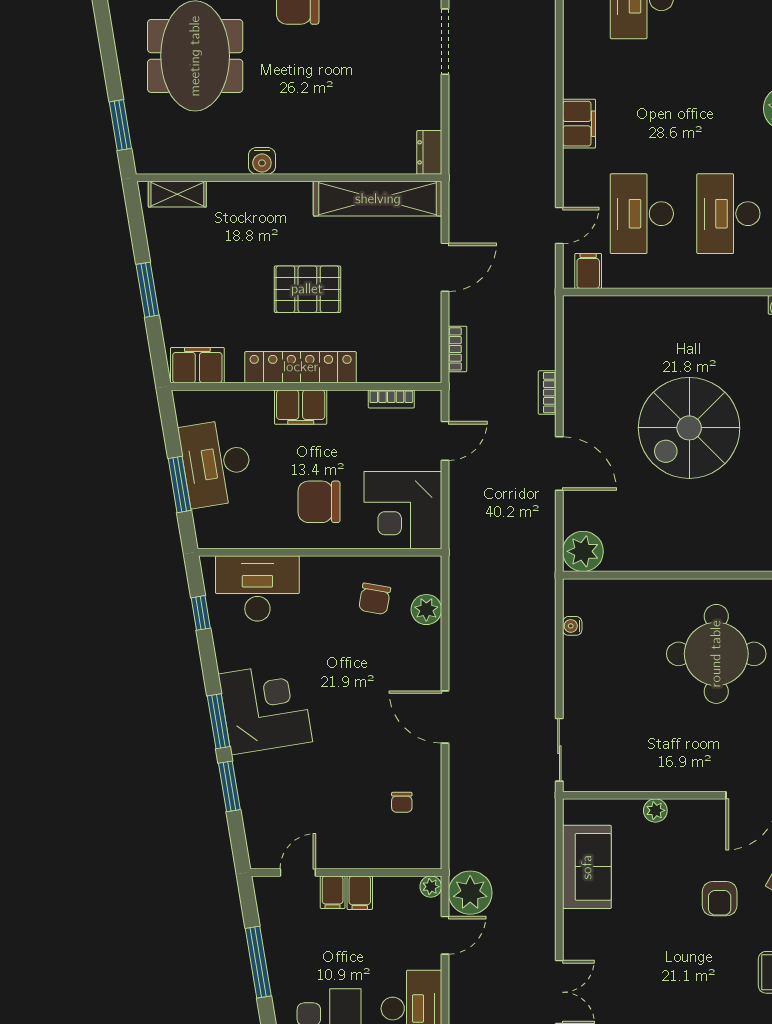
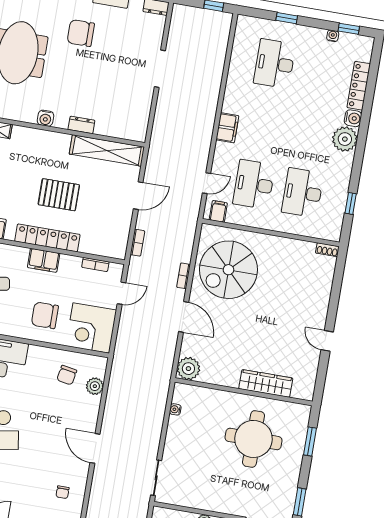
dresser: (429, 152) -> (81, 125), moved, turned 90
spiral stairs: (689, 428) -> (228, 270), moved
wardrobe: (721, 554) -> (266, 383), added

